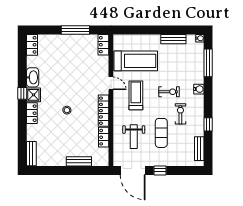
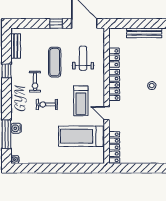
window: (75, 30) -> (143, 168), removed
bench: (173, 39) -> (42, 159), removed
locker: (103, 45) -> (114, 147), width x1.53
water cooler: (199, 89) -> (16, 128), moved
bench: (79, 161) -> (144, 33), width x1.36

